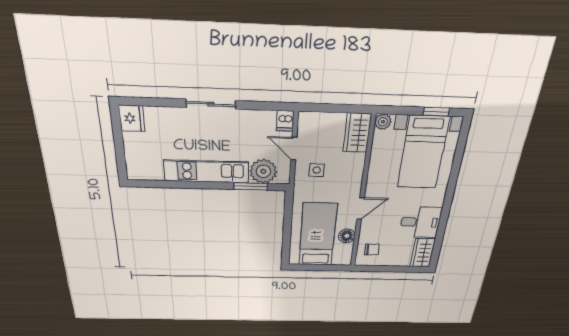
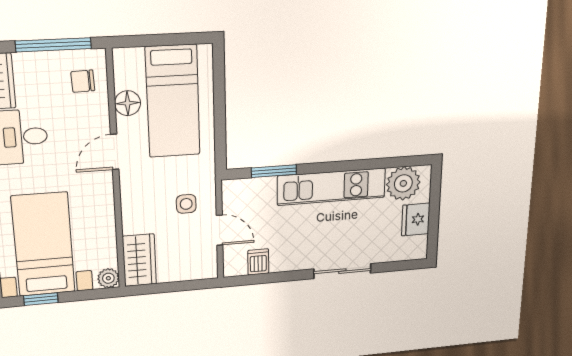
sliding door: (211, 104) -> (342, 271), moved
fridge: (132, 118) -> (416, 219), moved
dishwasher: (285, 121) -> (258, 262), moved
plant: (263, 171) -> (403, 183), moved
window: (384, 269) -> (54, 45), added

